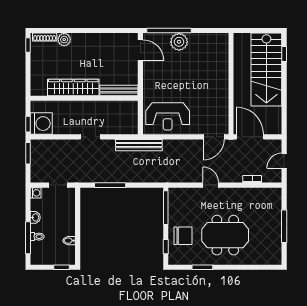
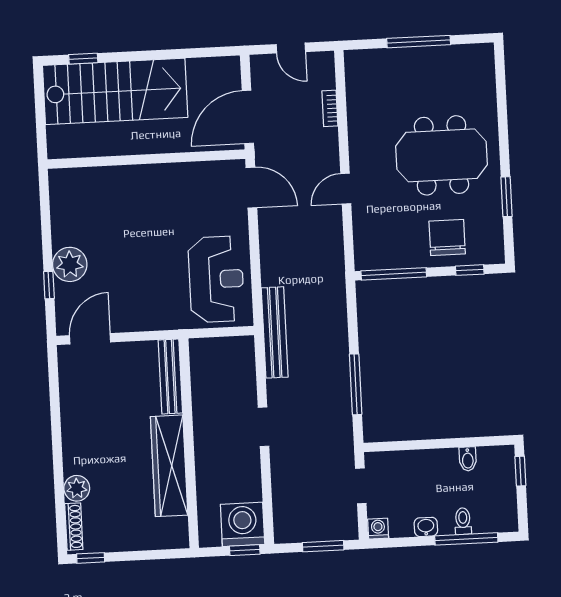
window: (169, 31) -> (49, 285), width x0.32
window: (28, 153) -> (323, 546), moved
meeting table: (225, 235) -> (441, 155), turned 90

